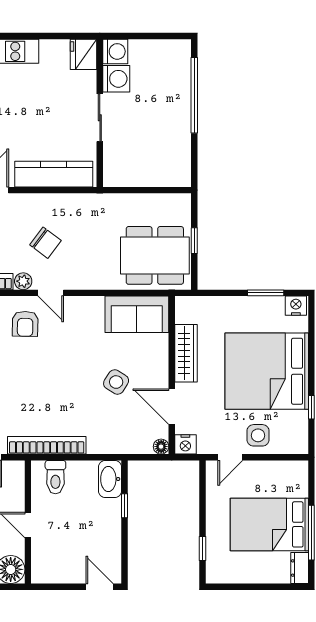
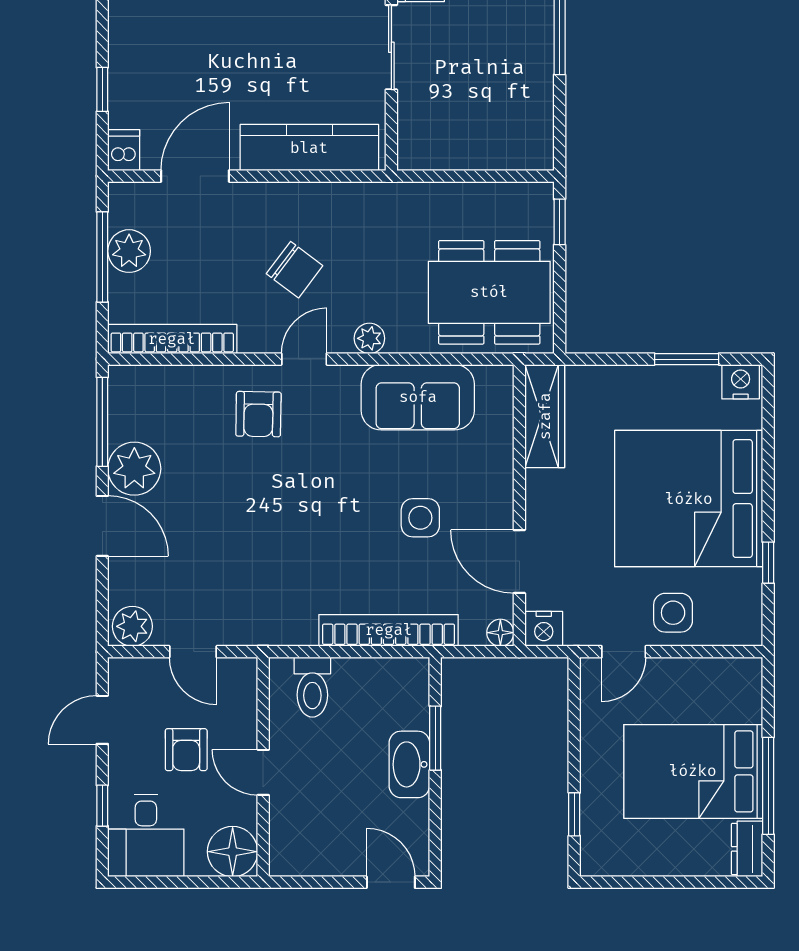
window: (194, 241) -> (560, 222), moved
plant: (23, 281) -> (369, 338), moved
door: (51, 293) -> (304, 359), swing flipped
sofa: (137, 314) -> (418, 397), moved
wardrobe: (186, 353) -> (545, 416), moved
side table: (116, 382) -> (420, 518), turned -32
bookcase: (47, 445) -> (389, 630), moved
washbasin: (110, 479) -> (409, 764), moved
window: (124, 506) -> (435, 738), width x1.50

